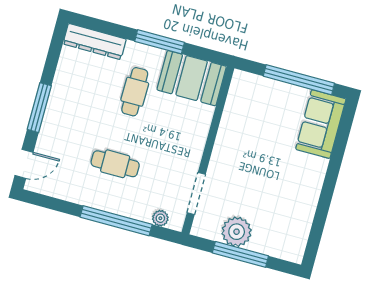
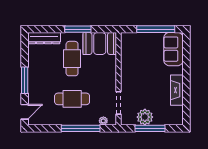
cafe table: (135, 92) -> (72, 59), width x1.37, depth x1.35
cafe table: (115, 164) -> (72, 99), width x1.37, depth x1.35
fireplace: (307, 199) -> (177, 90), added

